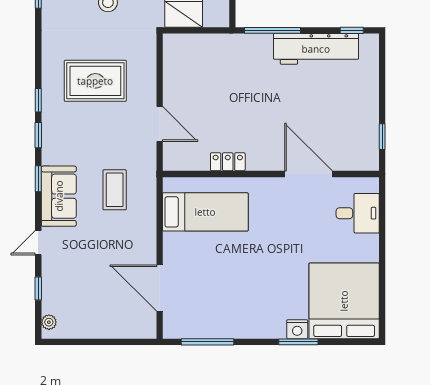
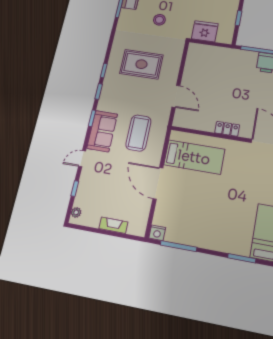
locker: (228, 162) -> (227, 129), moved
coffee table: (115, 190) -> (138, 133), width x1.36, depth x1.32
door: (160, 288) -> (158, 183), moved
nightstand: (297, 329) -> (157, 233), moved
fireplace: (108, 330) -> (113, 225), added

